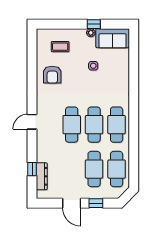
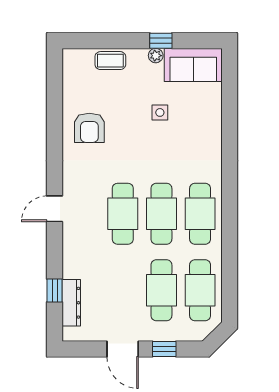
coffee table: (60, 47) -> (110, 61), moved

